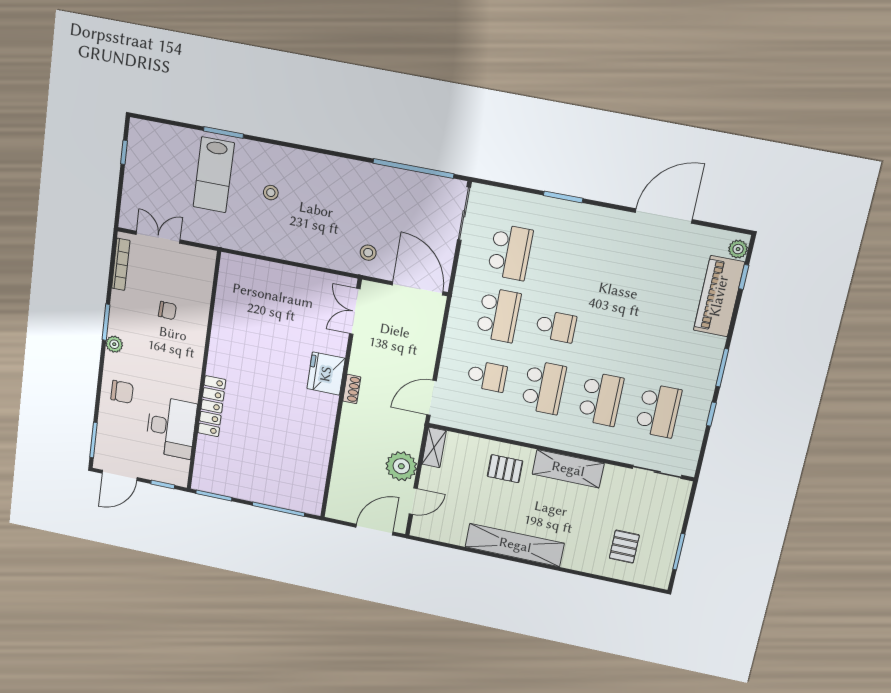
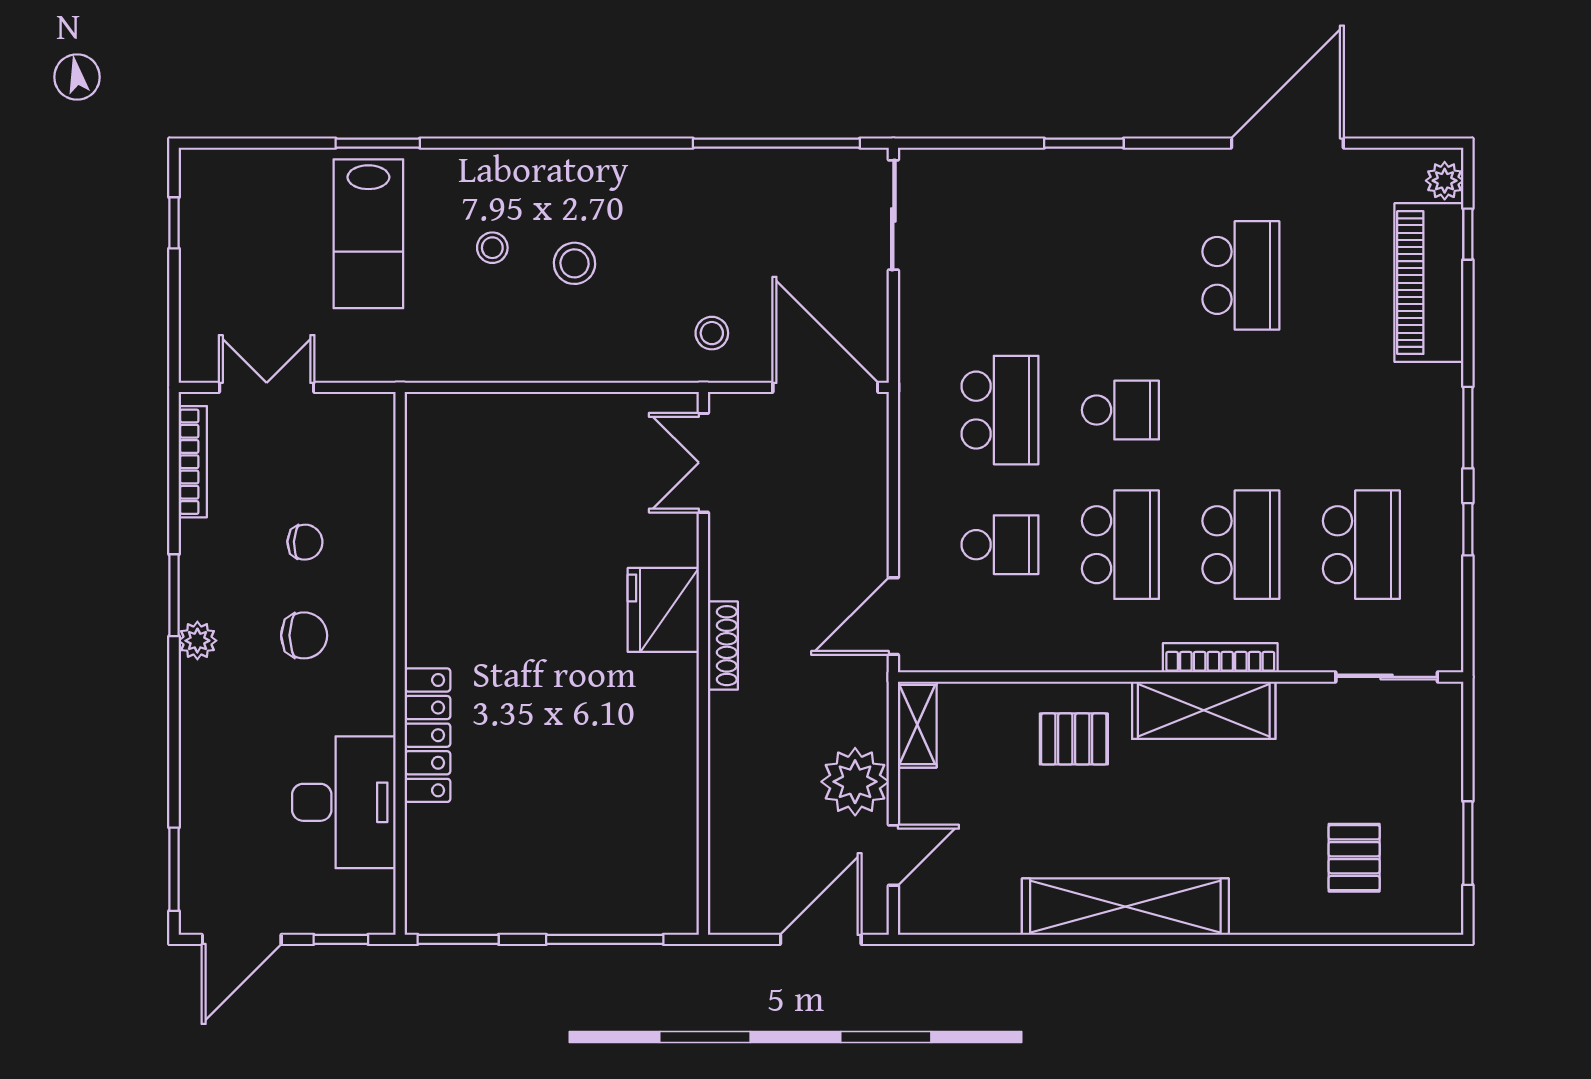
stool: (308, 207) -> (575, 263), added
school desk: (510, 252) -> (1241, 275), moved
shoe rack: (352, 389) -> (723, 646), width x1.43
chair: (122, 392) -> (304, 635), moved
bookcase: (580, 447) -> (1220, 658), added

